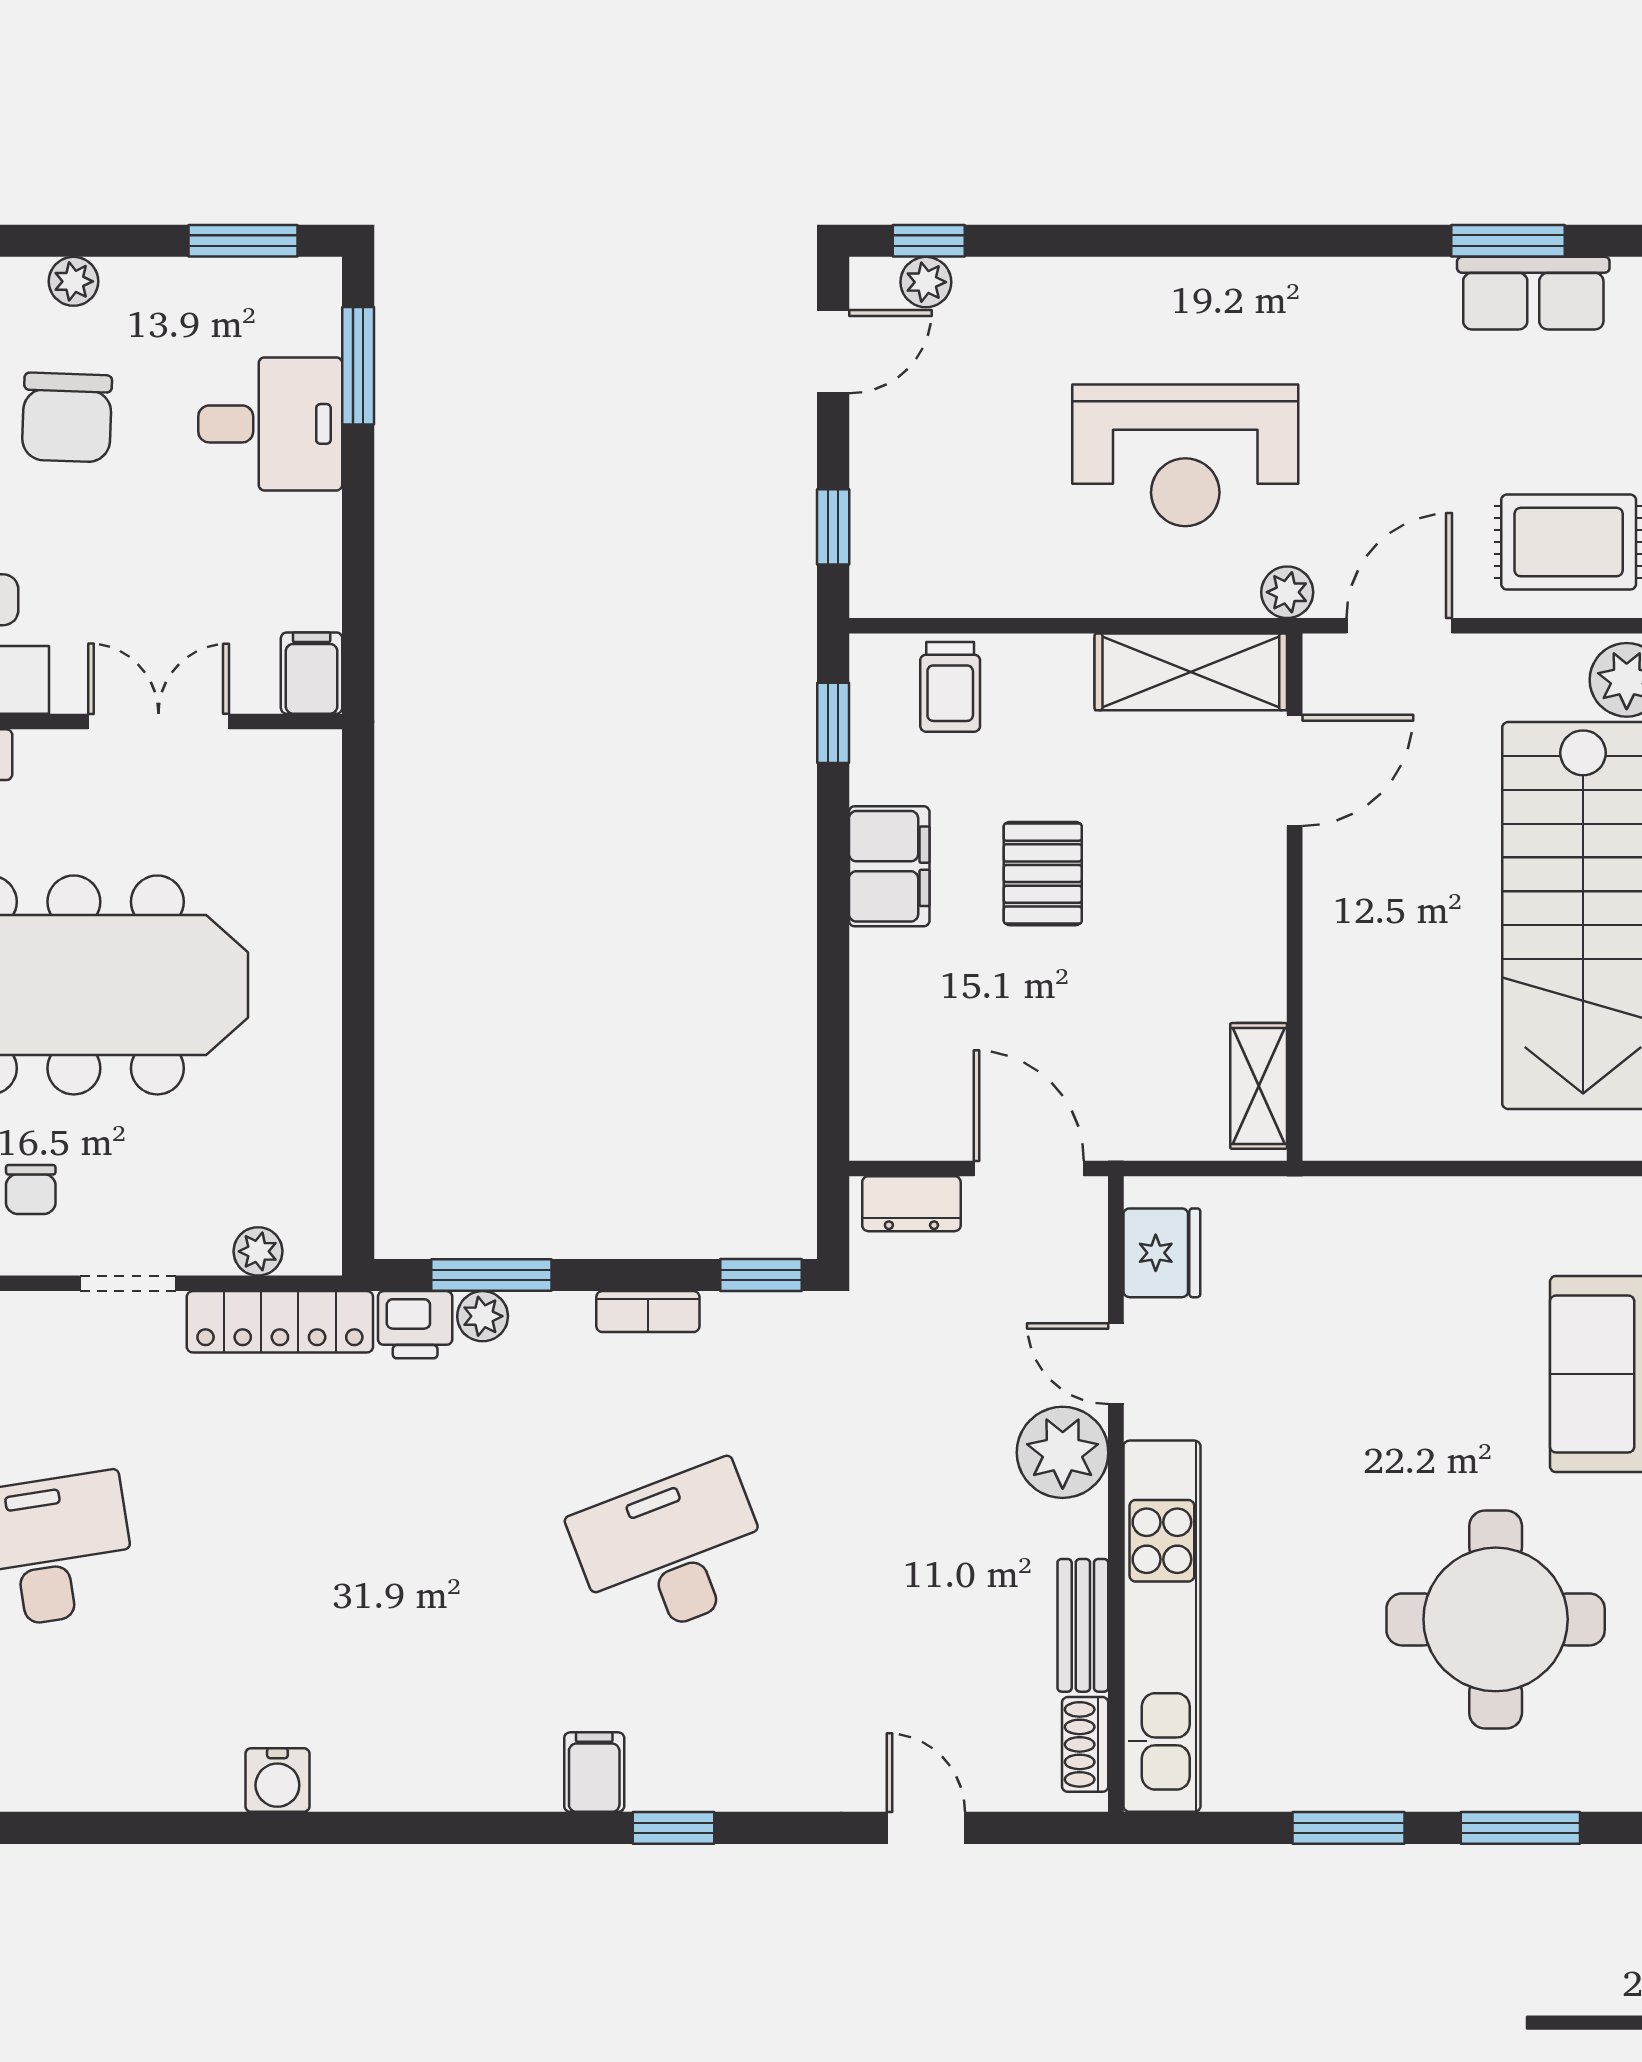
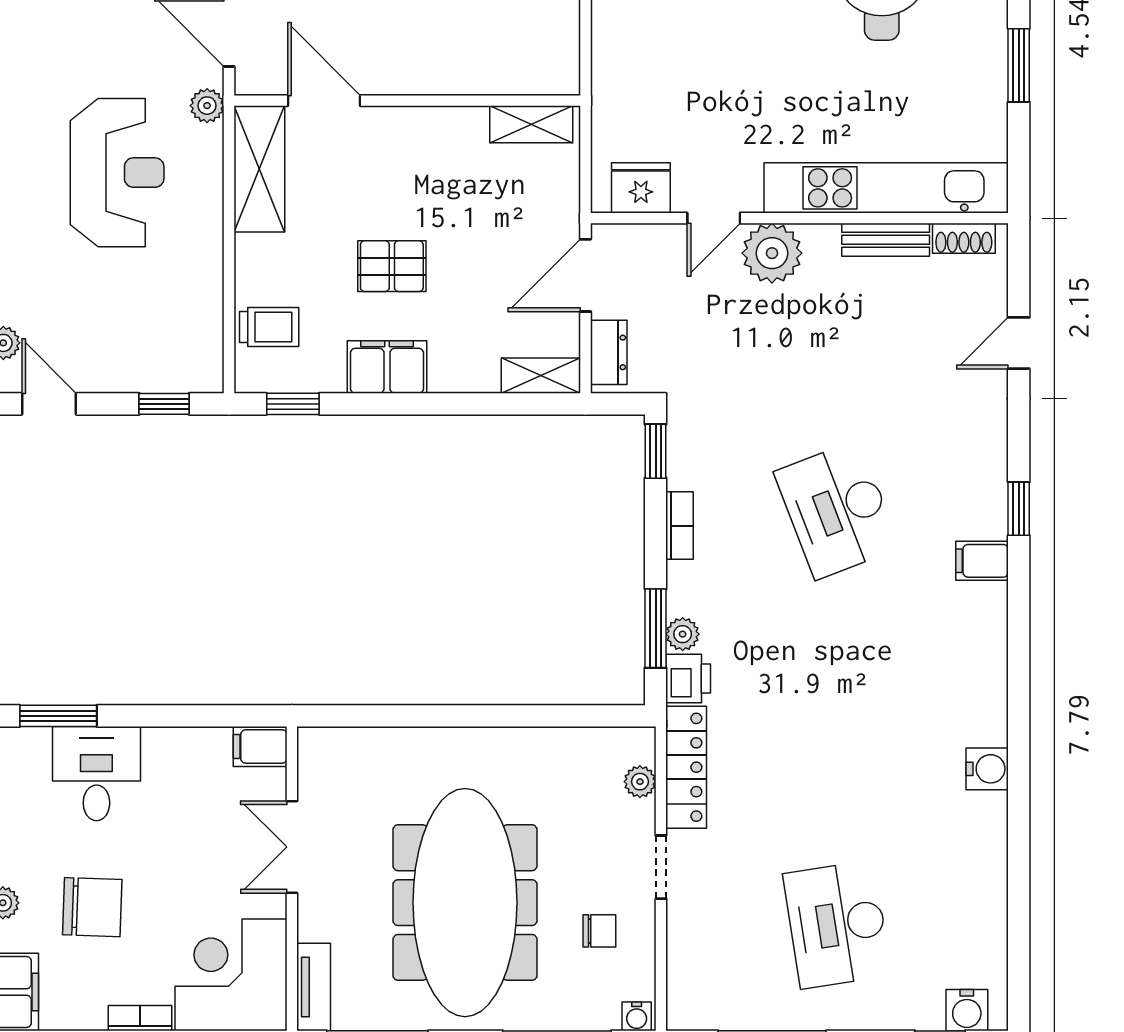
shelving: (876, 1101) -> (541, 376), added

